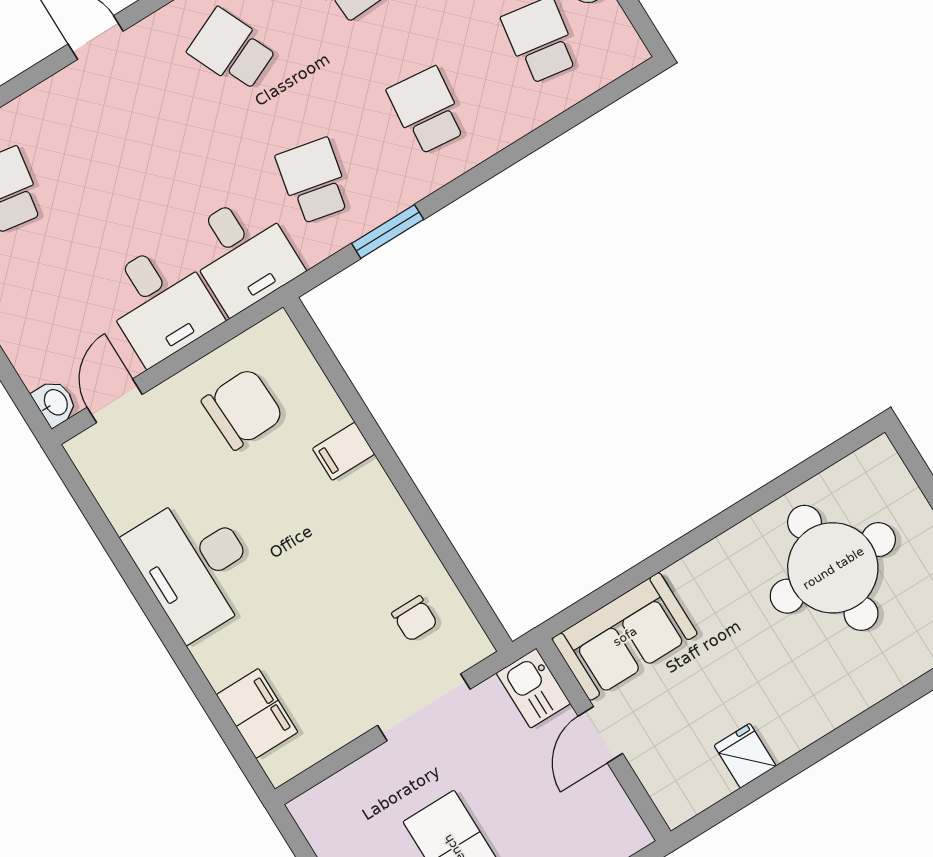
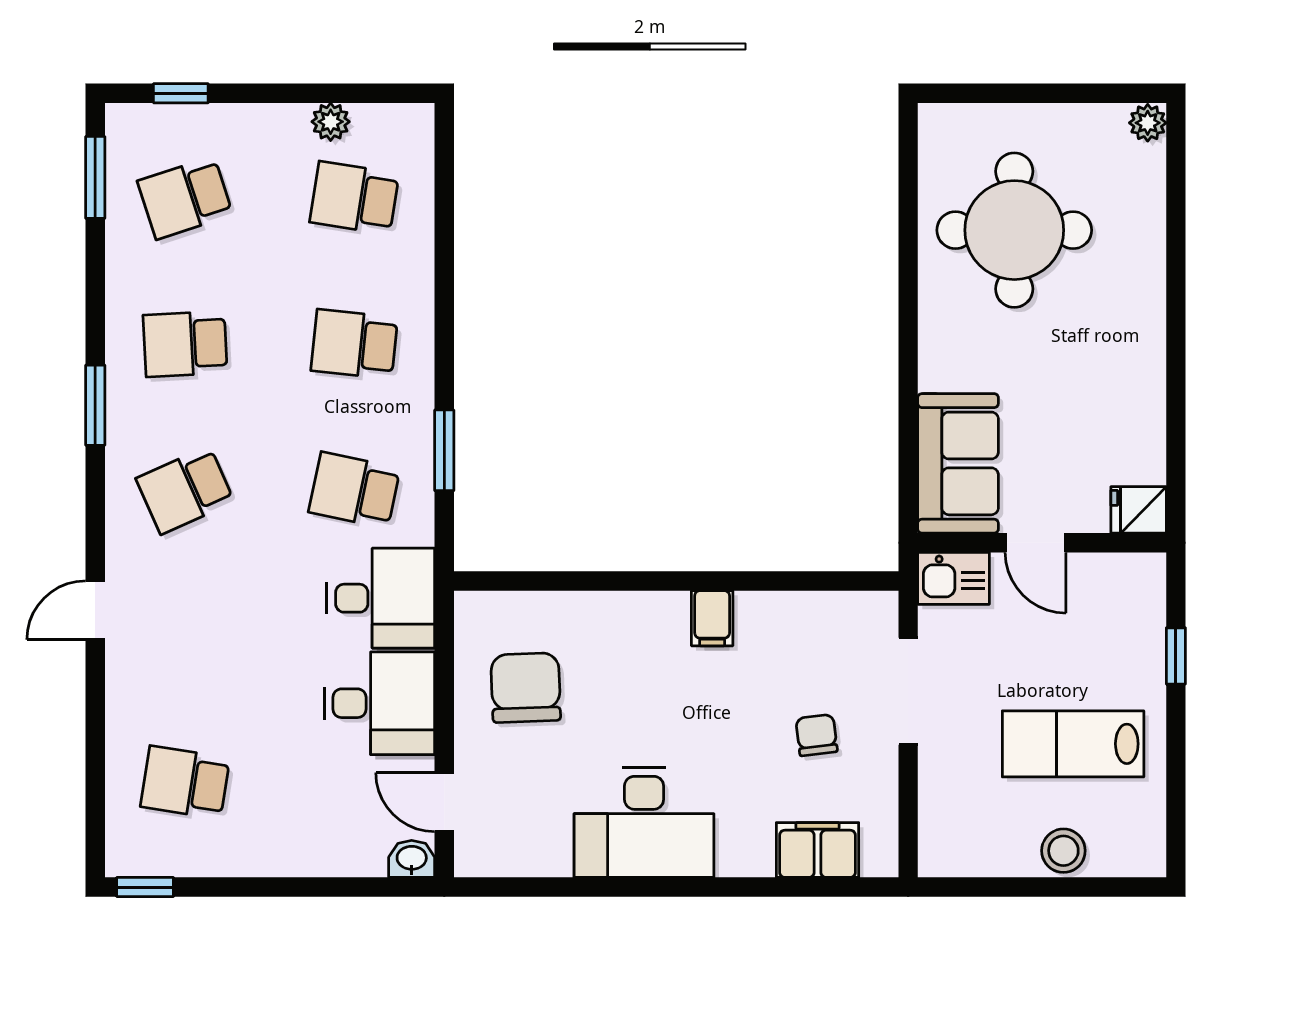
filing cabinet: (344, 451) -> (712, 618), moved
chair: (415, 619) -> (817, 735), moved, turned -97
fridge: (745, 756) -> (1139, 510), moved

